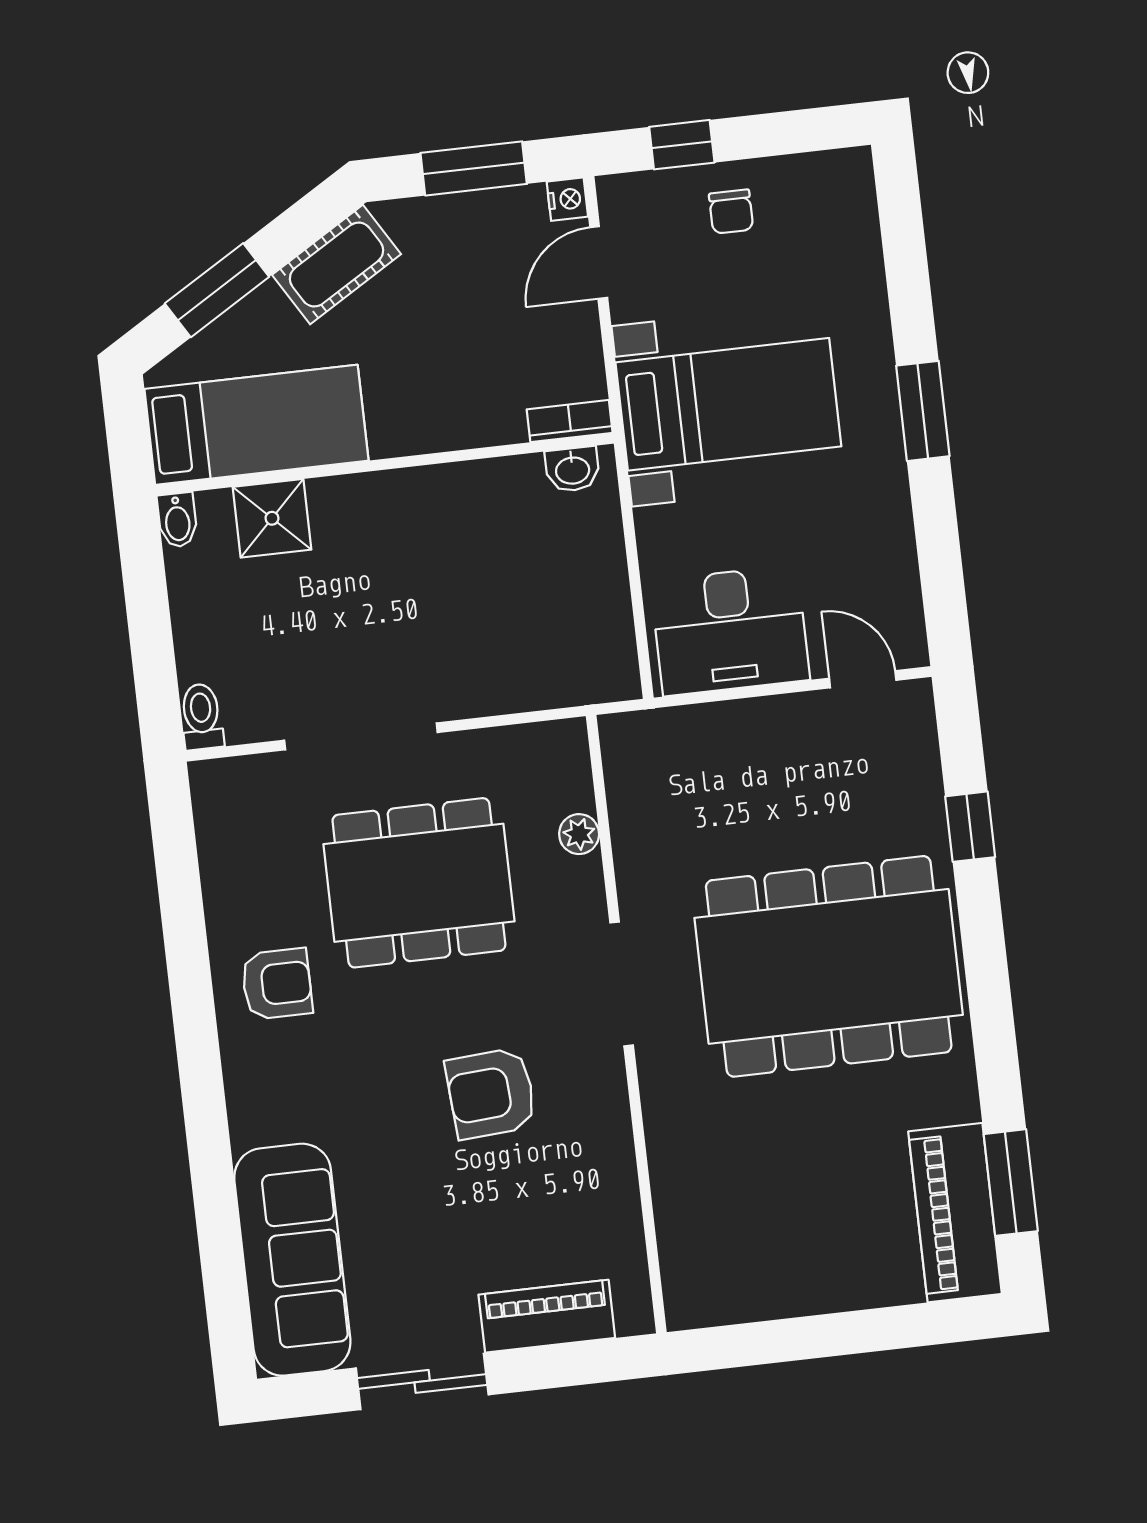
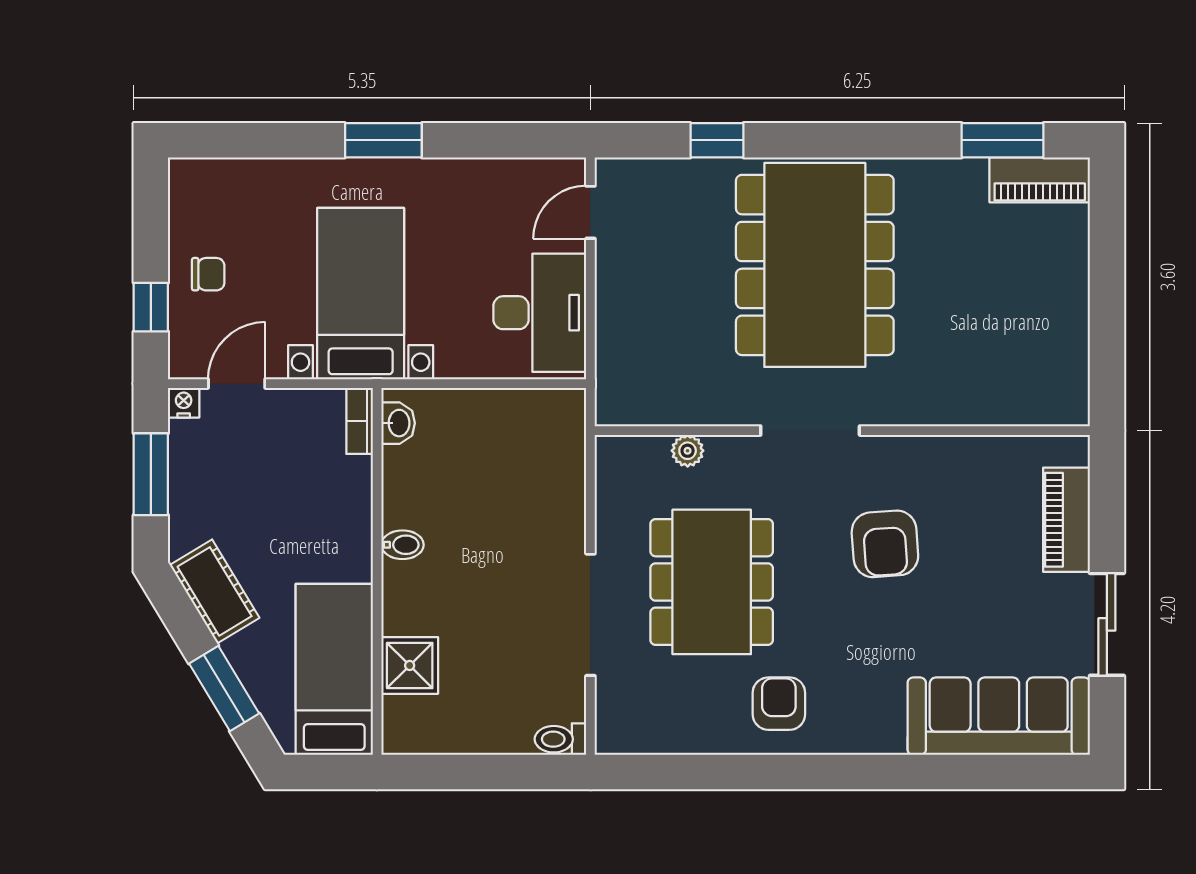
door: (599, 263) -> (237, 384), swing flipped
bidet: (177, 520) -> (402, 545), moved
piano: (955, 1213) -> (1040, 180), width x0.73, depth x0.75

